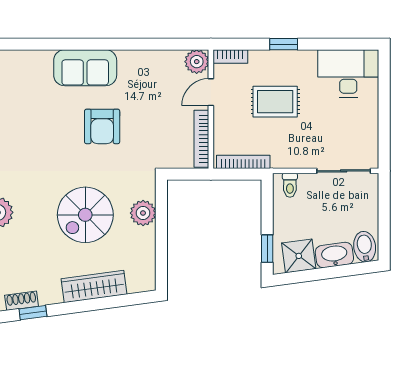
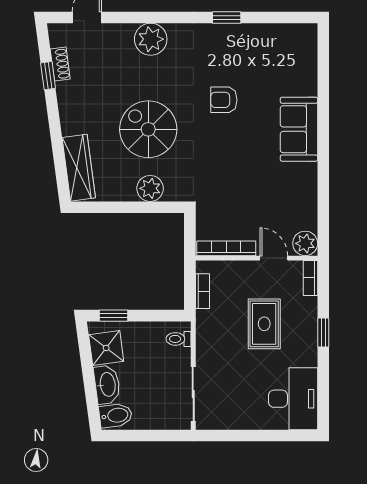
armchair: (102, 126) -> (224, 100), moved, width x0.72, depth x0.72
bookcase: (243, 162) -> (202, 291), width x0.64
wardrobe: (94, 287) -> (79, 168), moved

